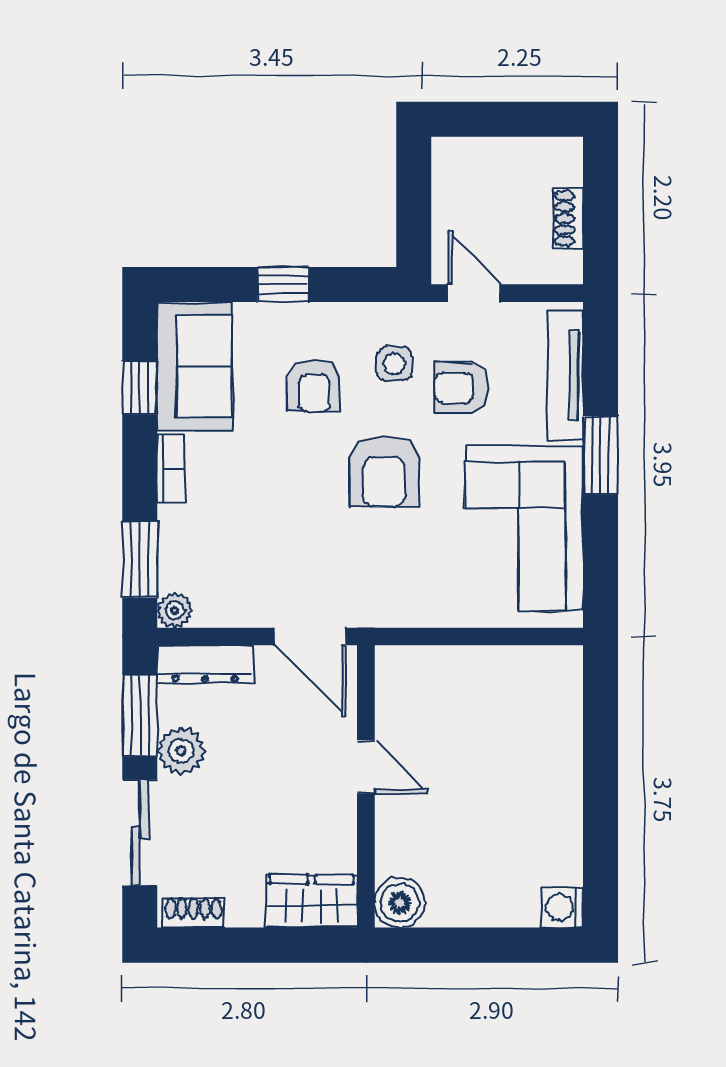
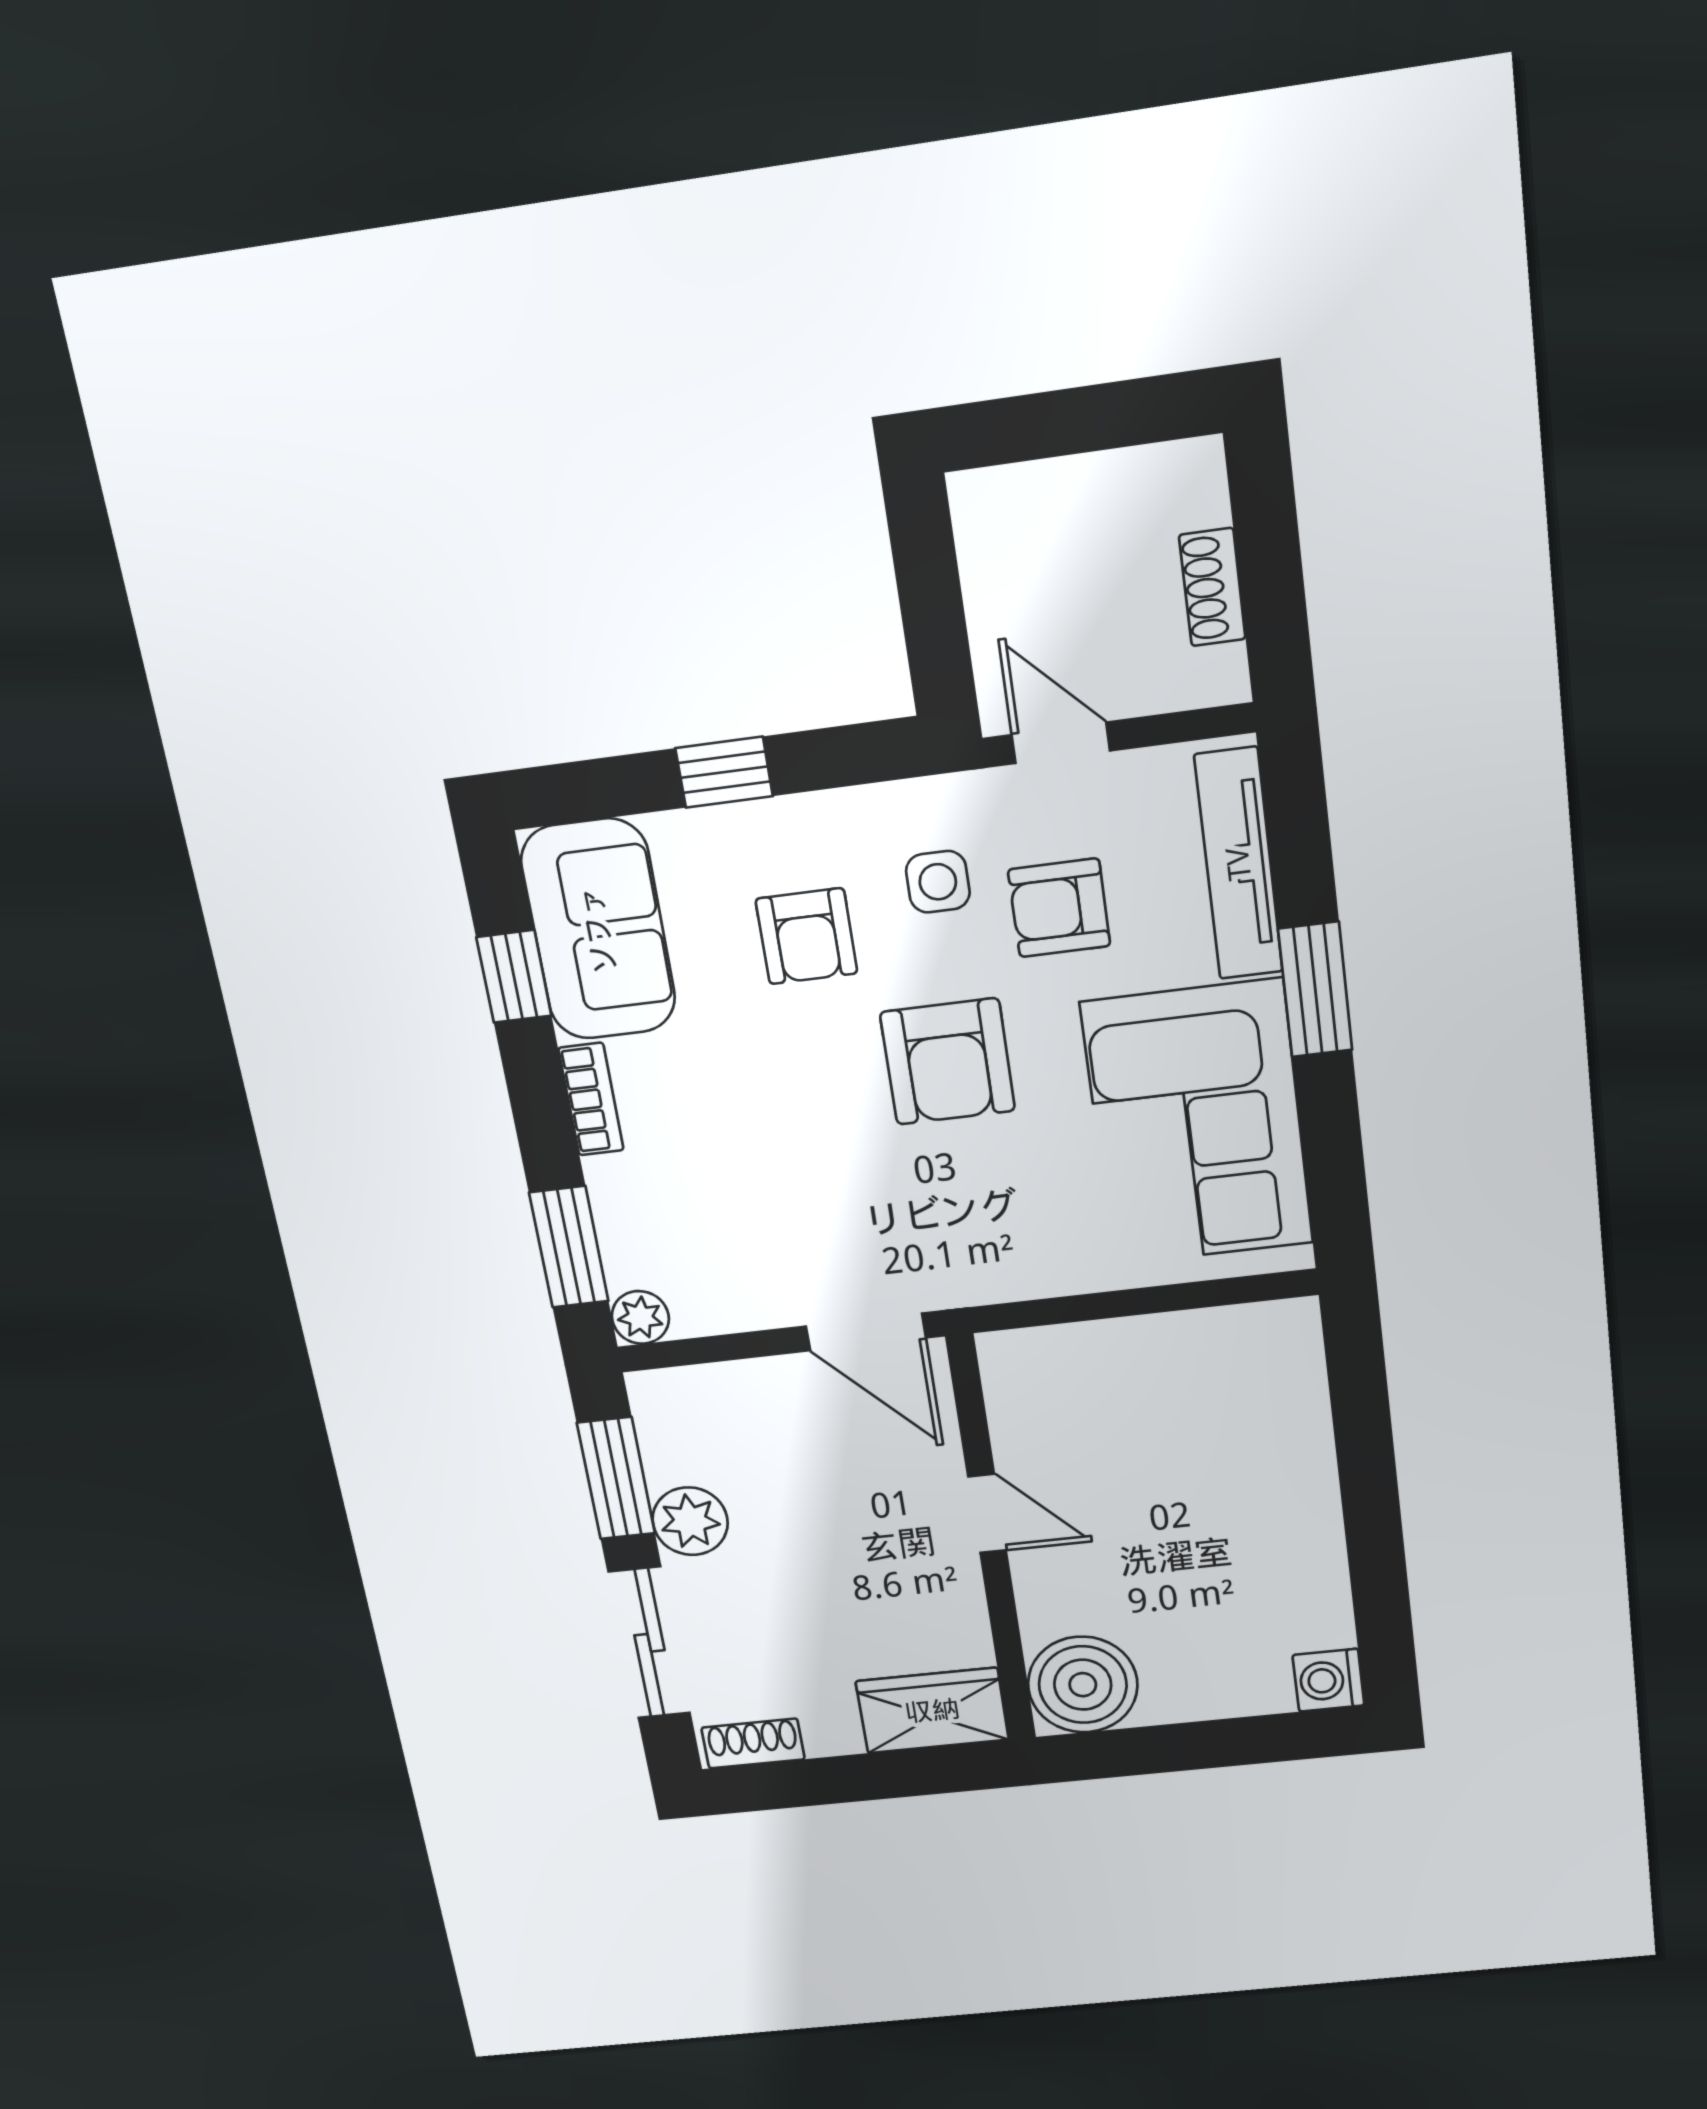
dresser: (205, 664) -> (704, 1392), removed
boiler: (400, 902) -> (1083, 1685), width x1.37, depth x1.37

